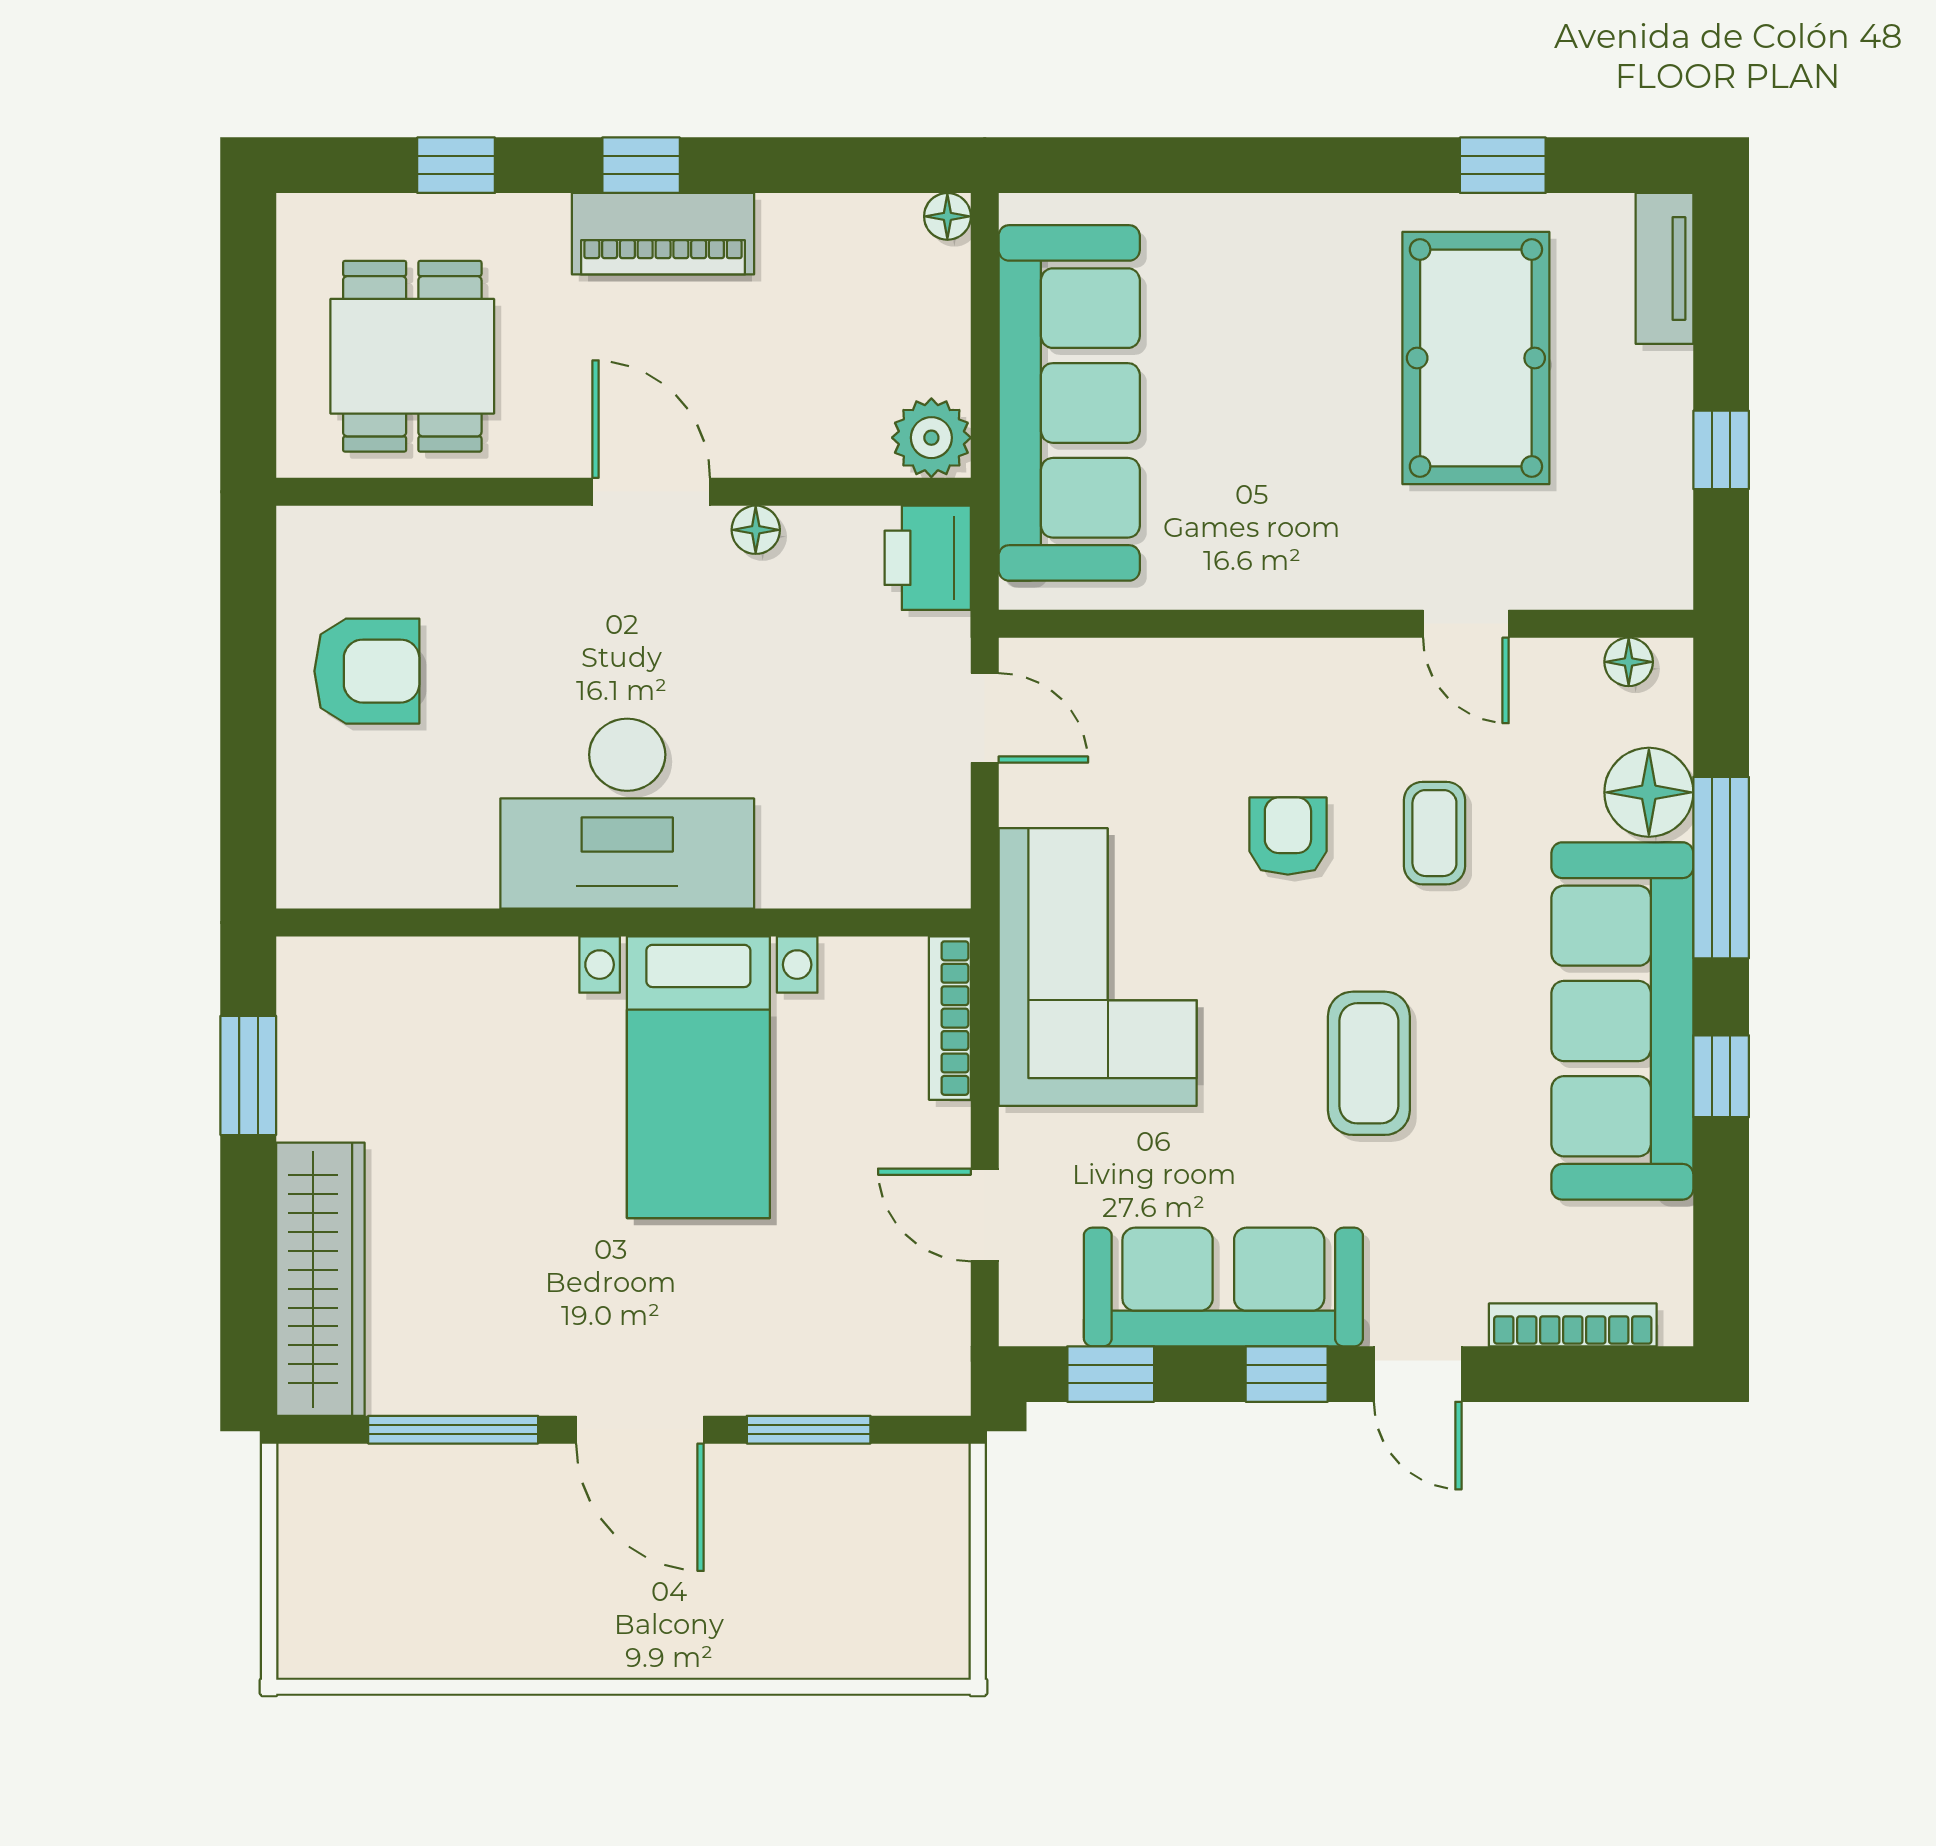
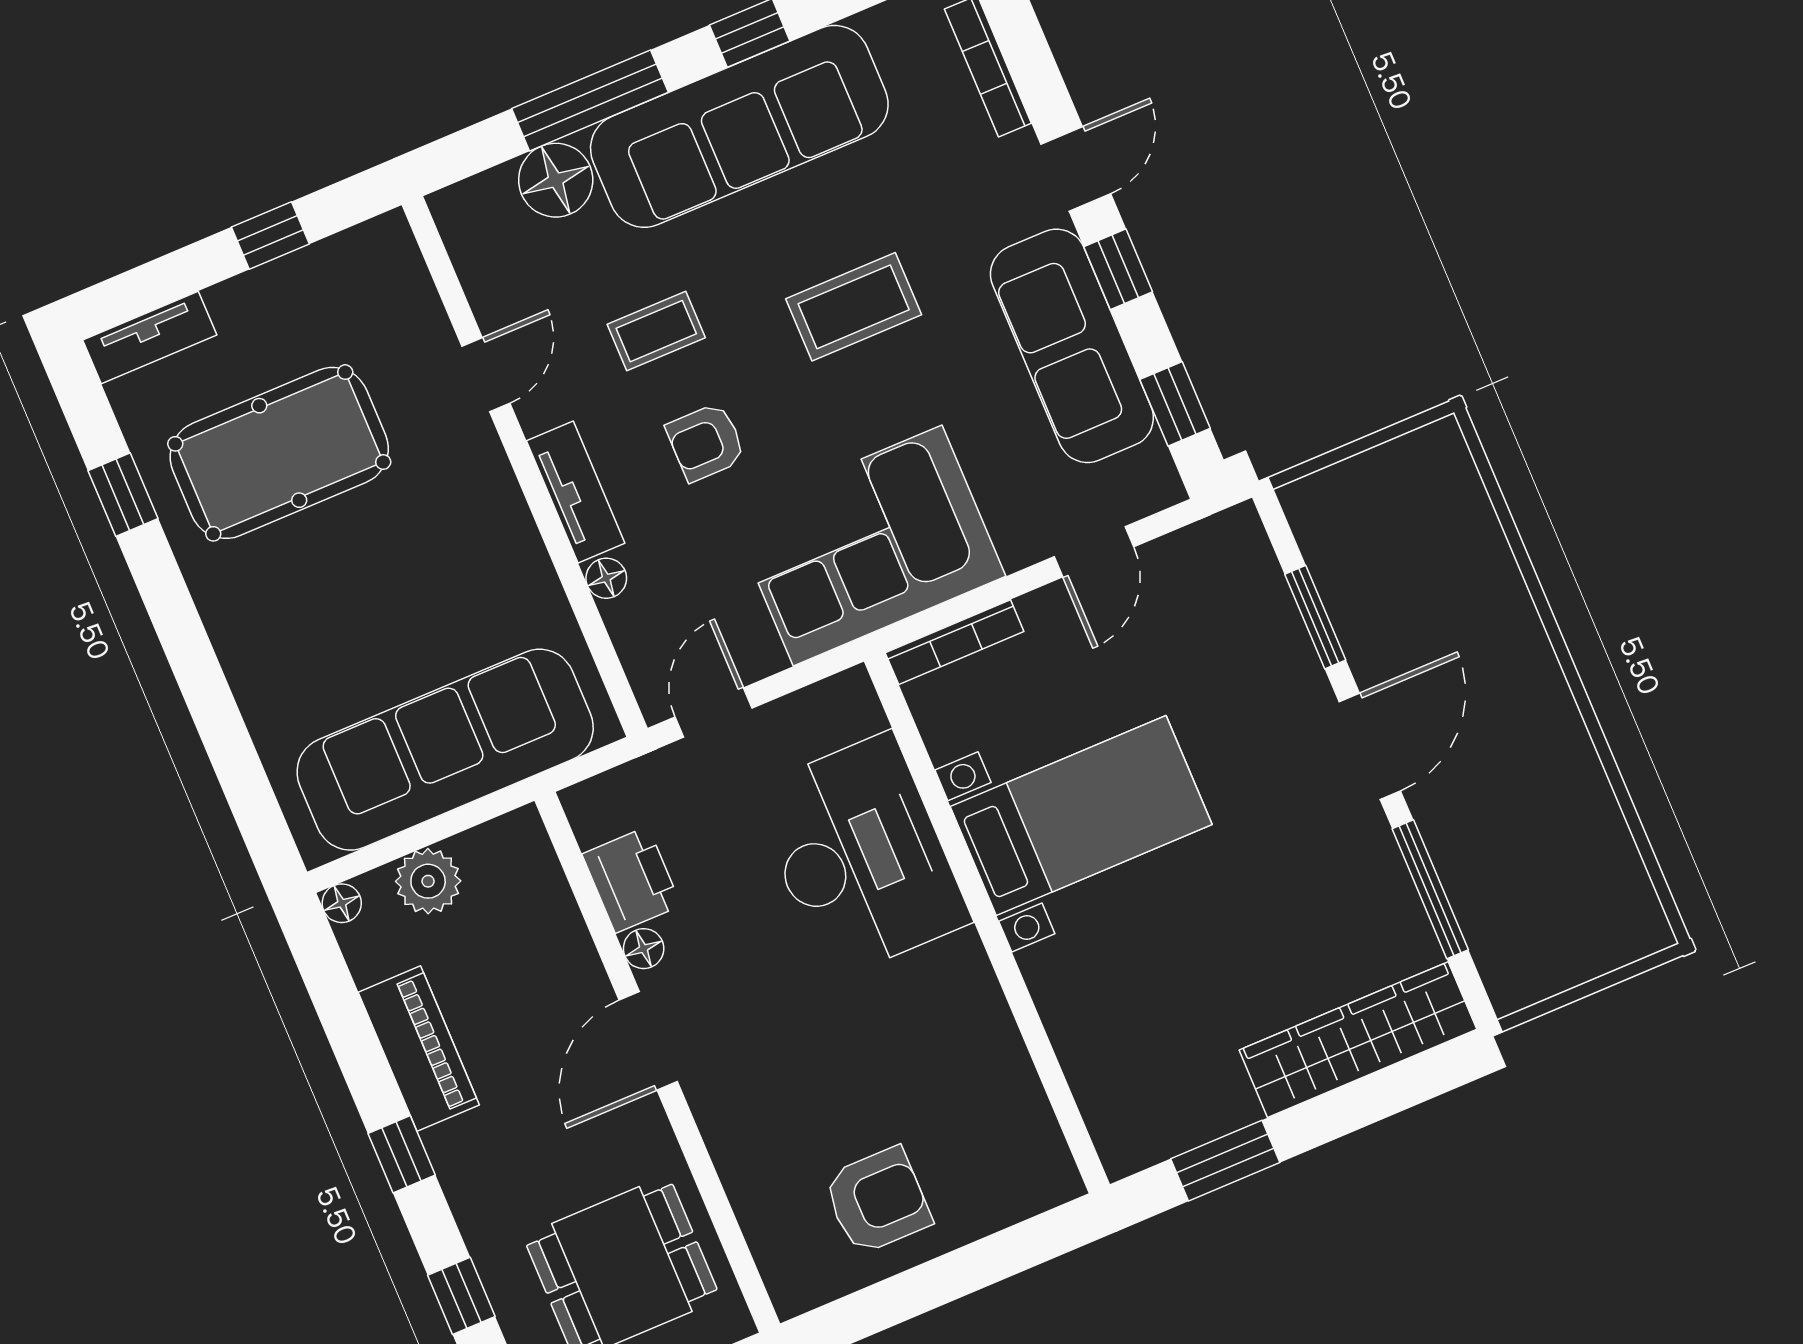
piano: (663, 234) -> (419, 1049), moved
plant: (931, 438) -> (428, 881), moved
printer: (928, 558) -> (632, 880), moved, turned -90
floor lamp: (1629, 662) -> (606, 578), moved
tv unit: (1294, 668) -> (576, 492), added
armchair: (367, 671) -> (877, 1201), turned 90
desk: (627, 814) -> (860, 856), moved

